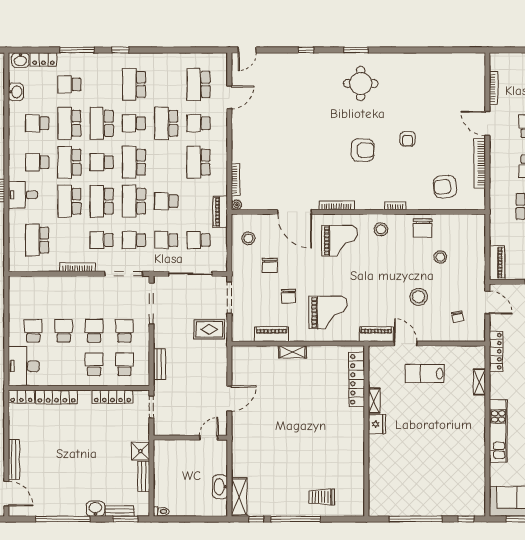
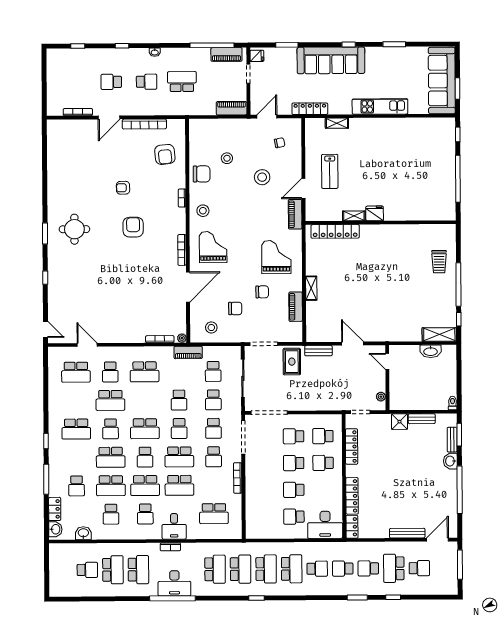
armchair: (407, 139) -> (123, 188), turned 180
school desk: (134, 201) -> (179, 428), width x0.54
bench: (159, 364) -> (318, 351), moved
plant: (169, 430) -> (381, 397), added

